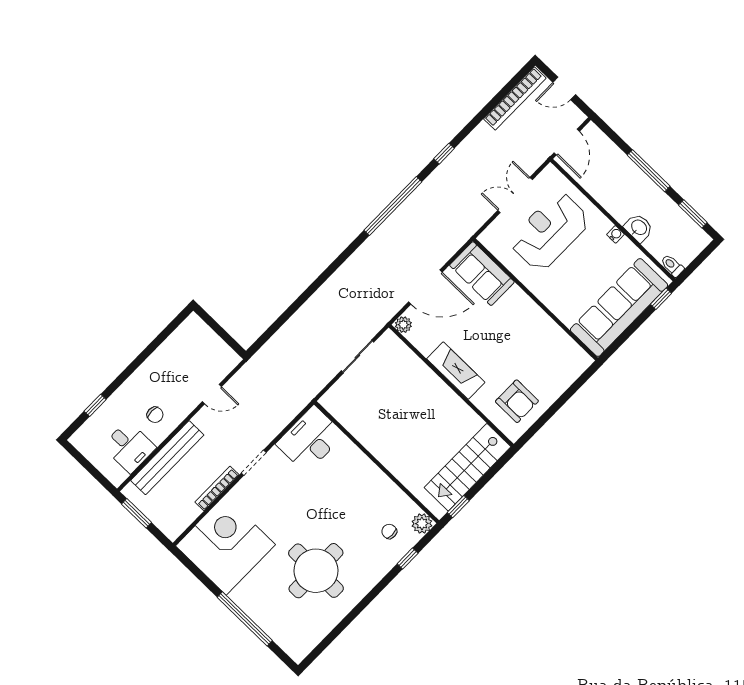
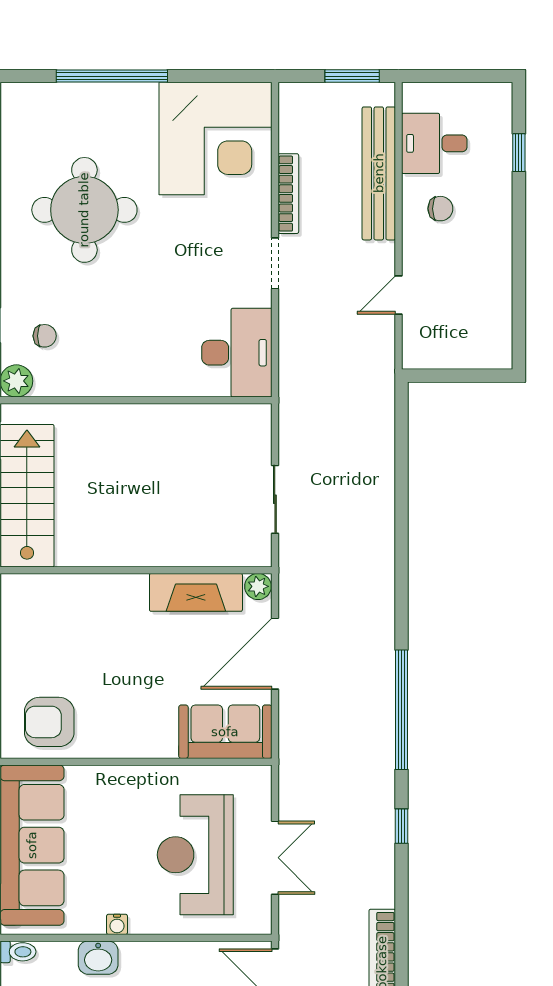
reception desk: (550, 231) -> (195, 855), turned 180
fireplace: (456, 371) -> (196, 592), moved
armchair: (517, 401) -> (49, 722), moved
chair: (155, 415) -> (440, 209), turned 180

